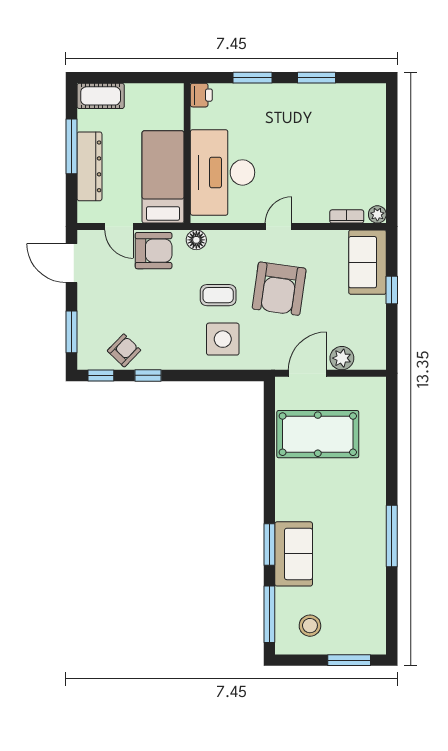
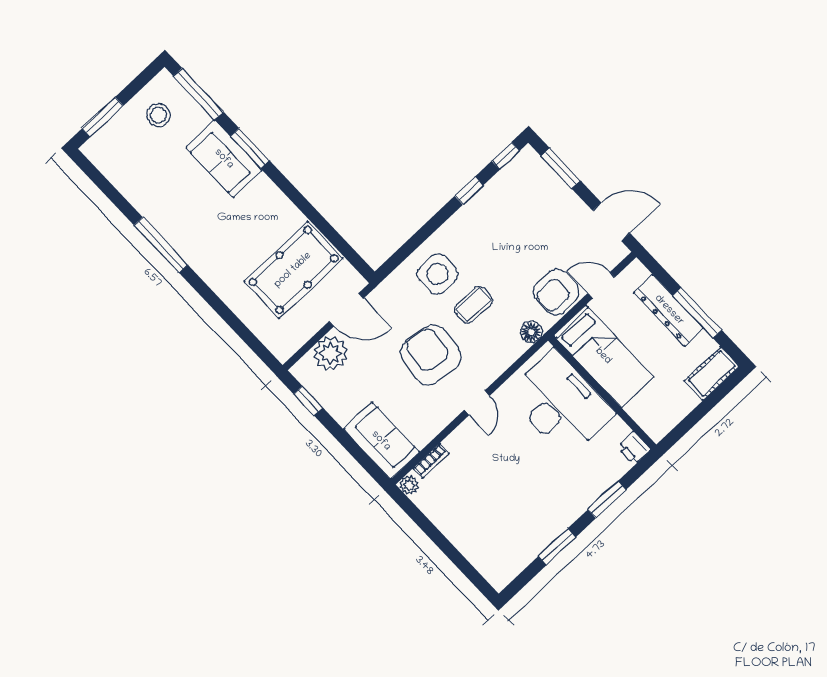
window: (392, 290) -> (308, 401), moved
armchair: (124, 350) -> (506, 192), removed
plant: (342, 358) -> (331, 353), width x1.36, depth x1.36
door: (308, 373) -> (346, 310), hinge flipped

